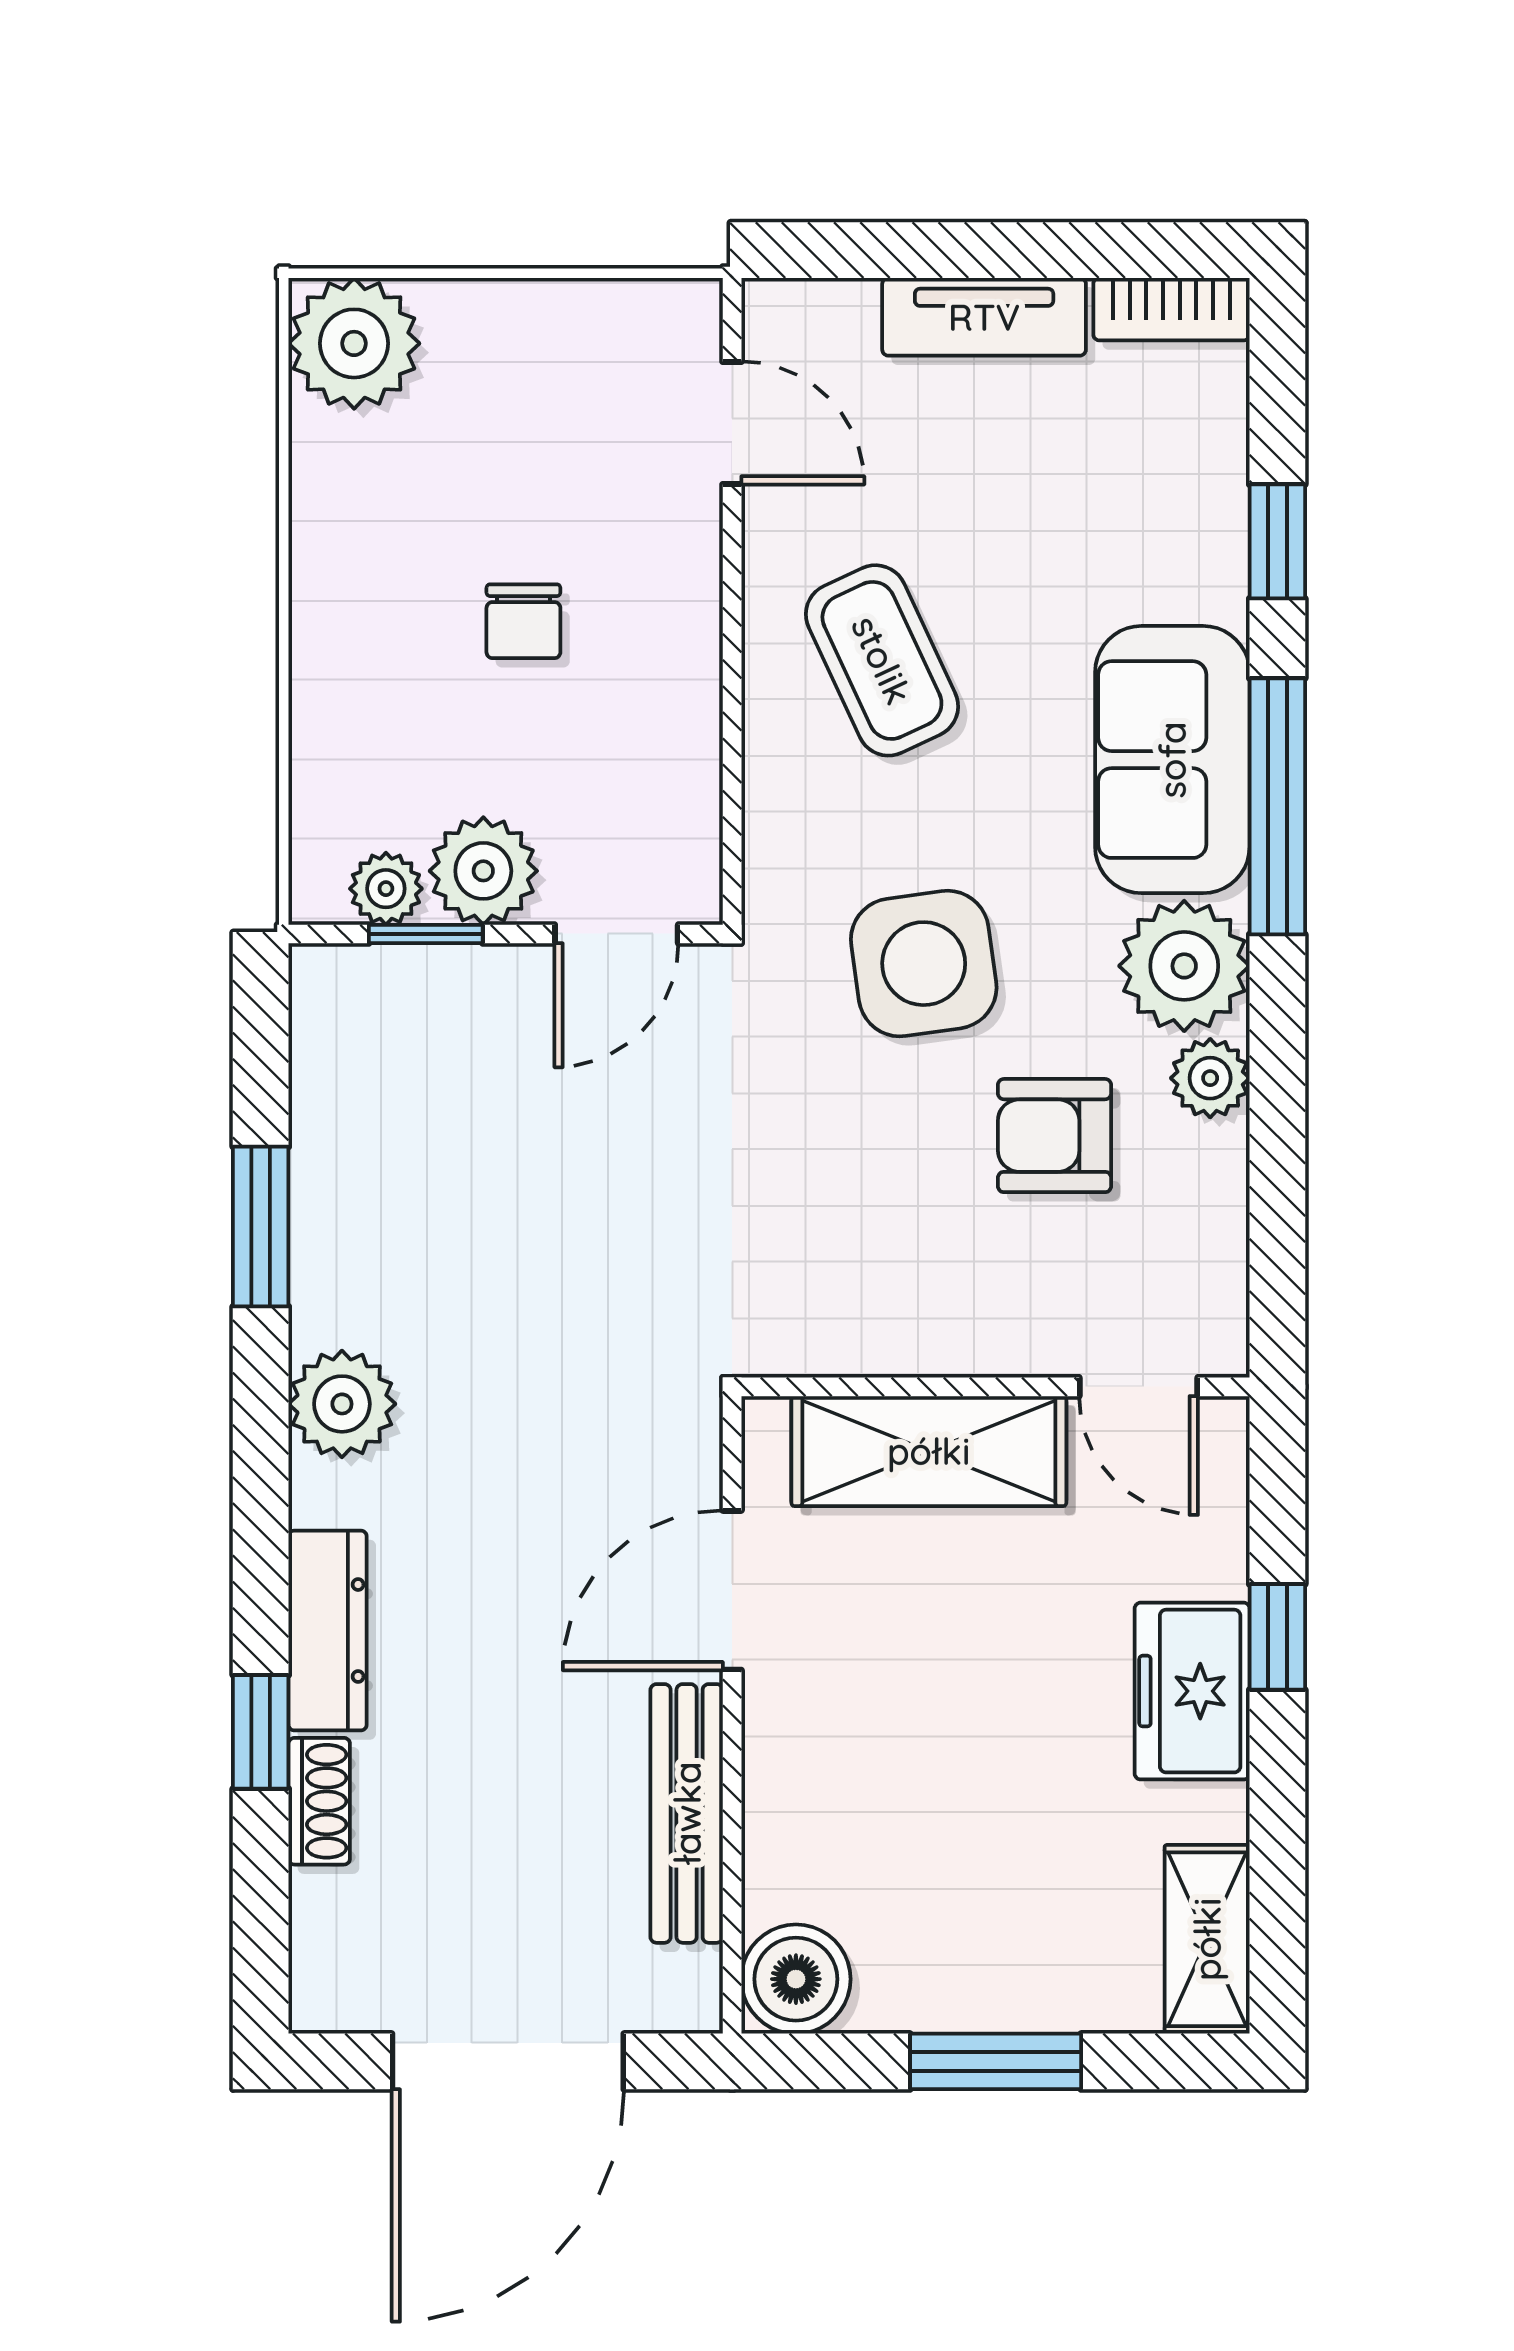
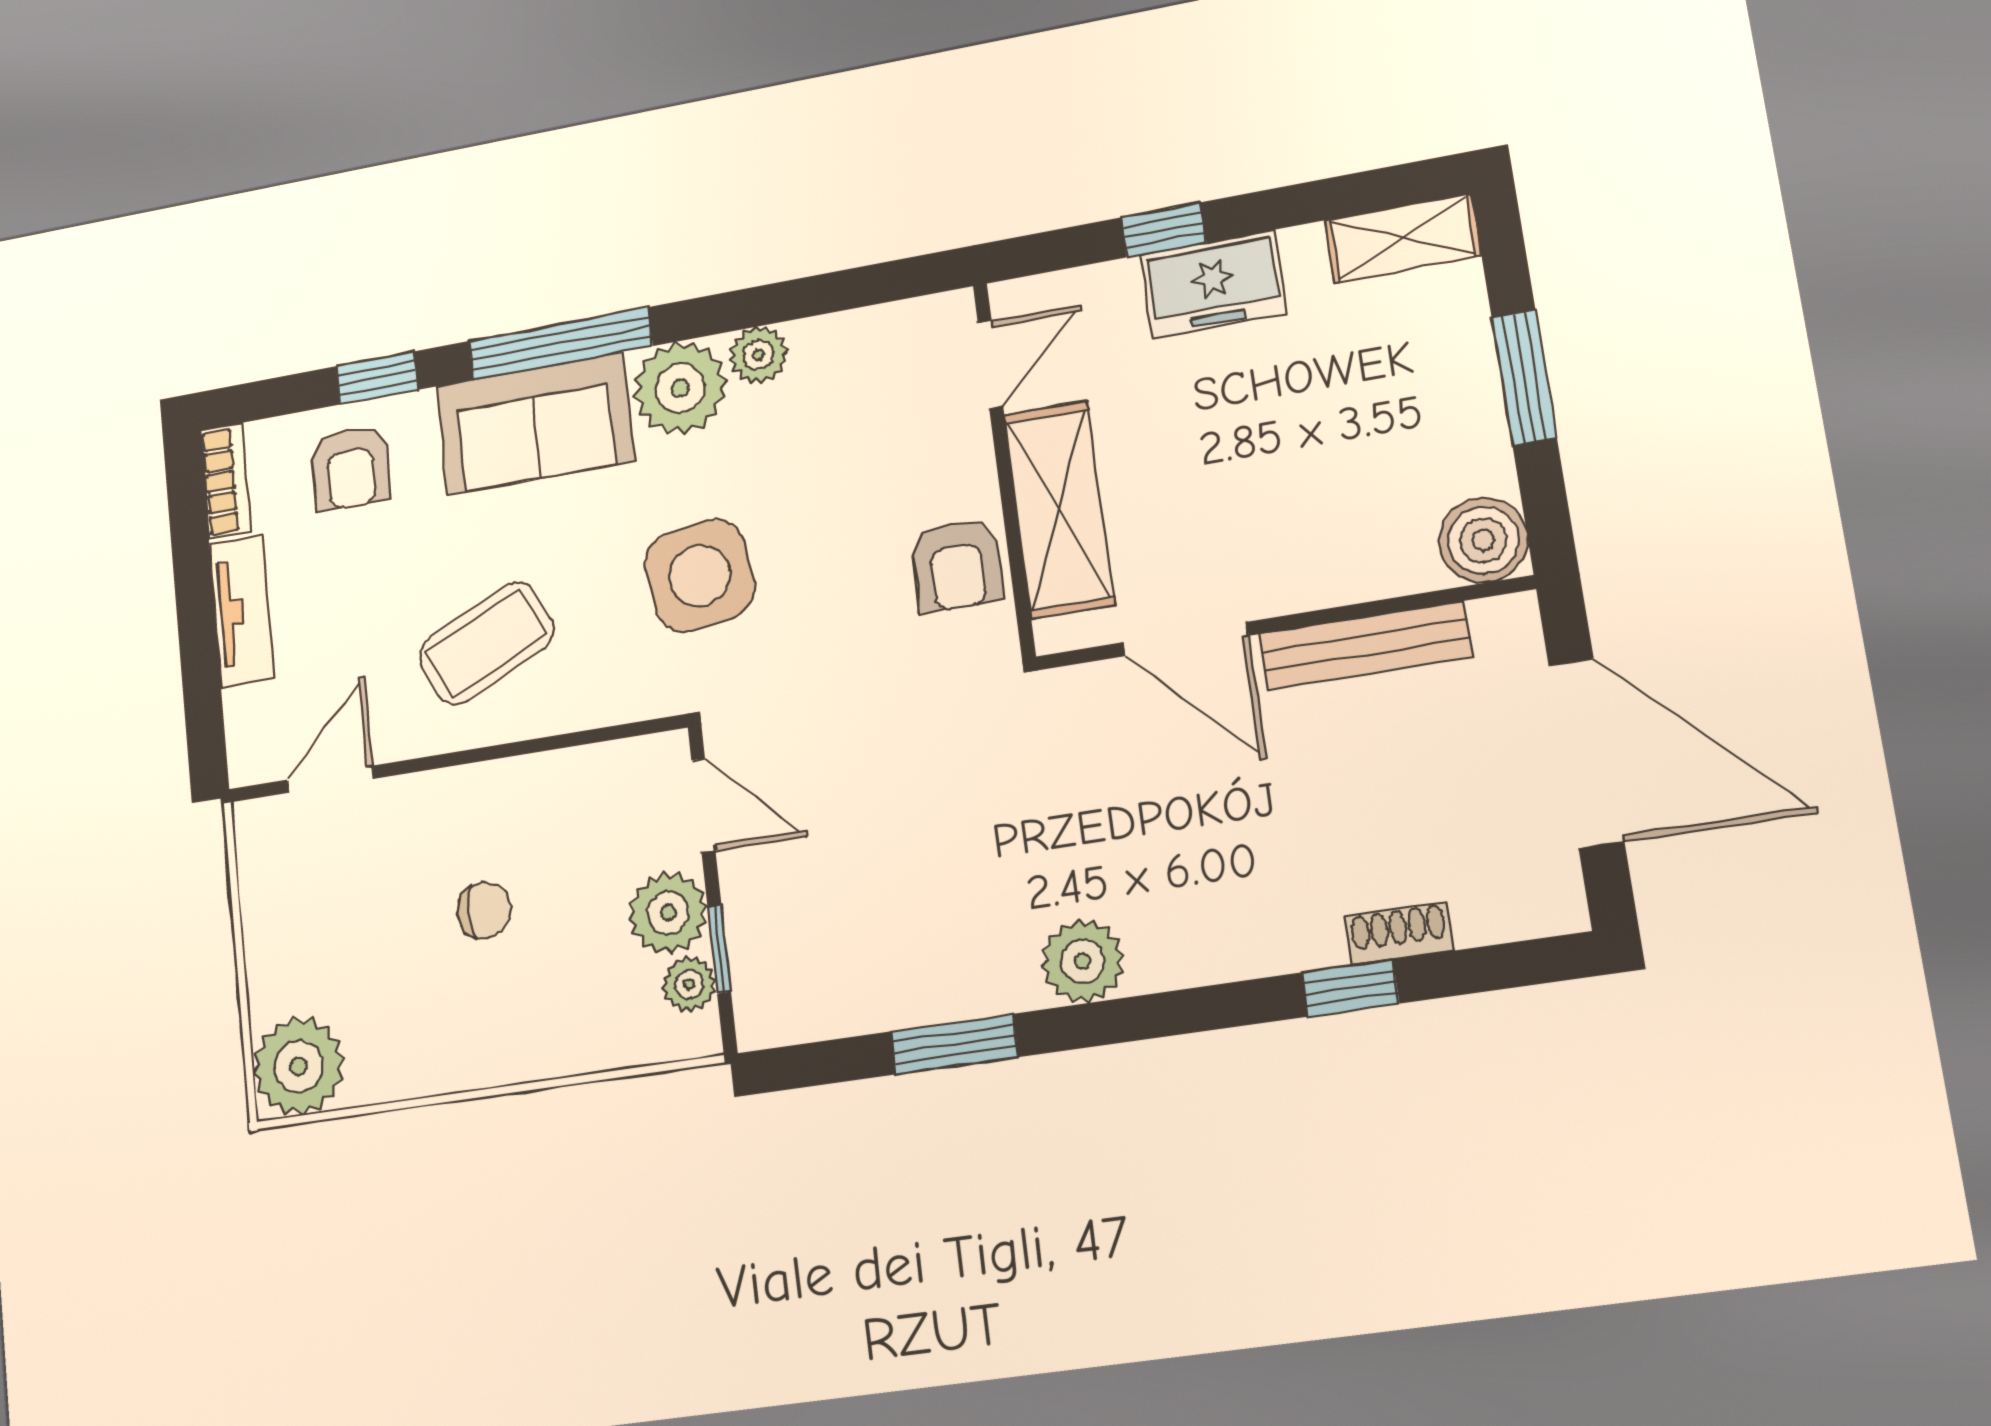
armchair: (1158, 492) -> (351, 468), added
armchair: (1054, 1136) -> (957, 565), moved
dresser: (328, 1631) -> (1262, 947), removed

